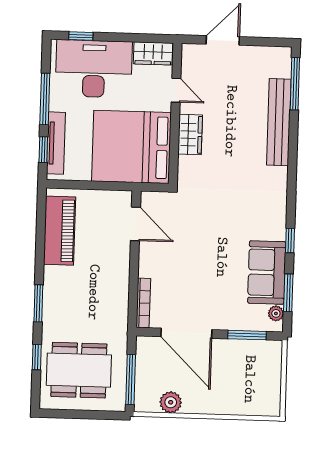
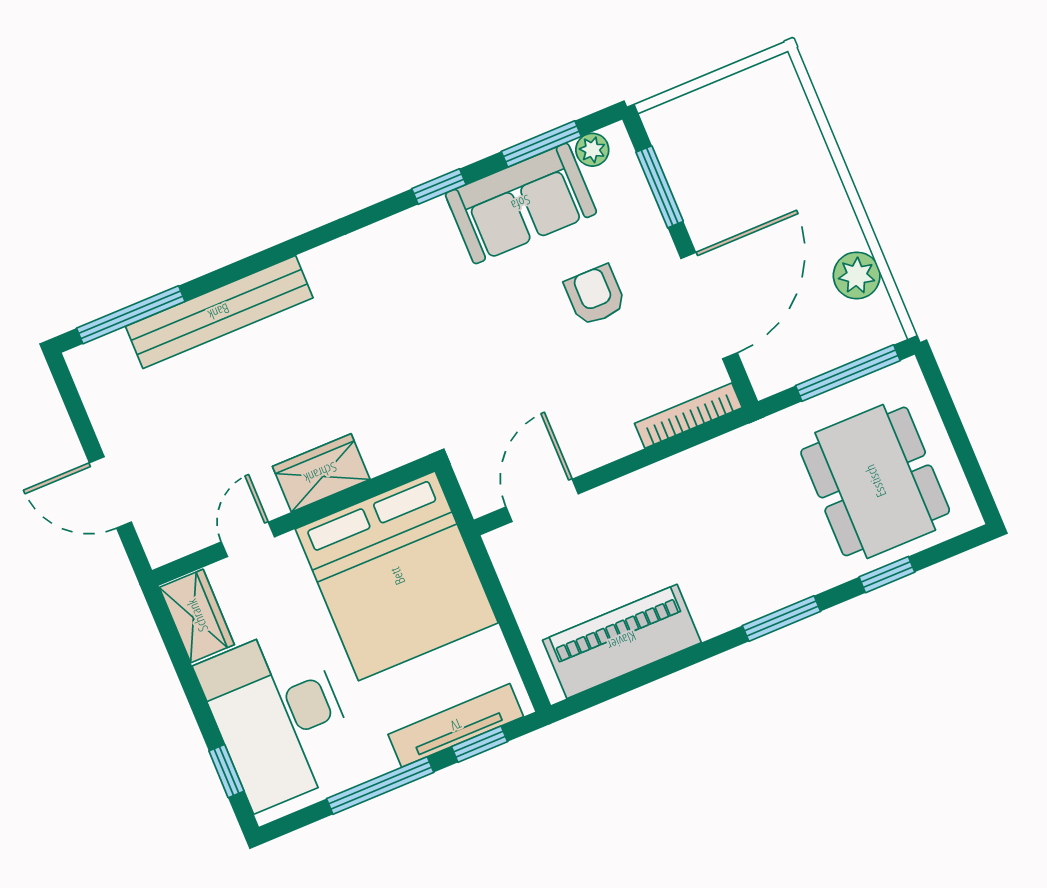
armchair: (213, 286) -> (595, 295), added

